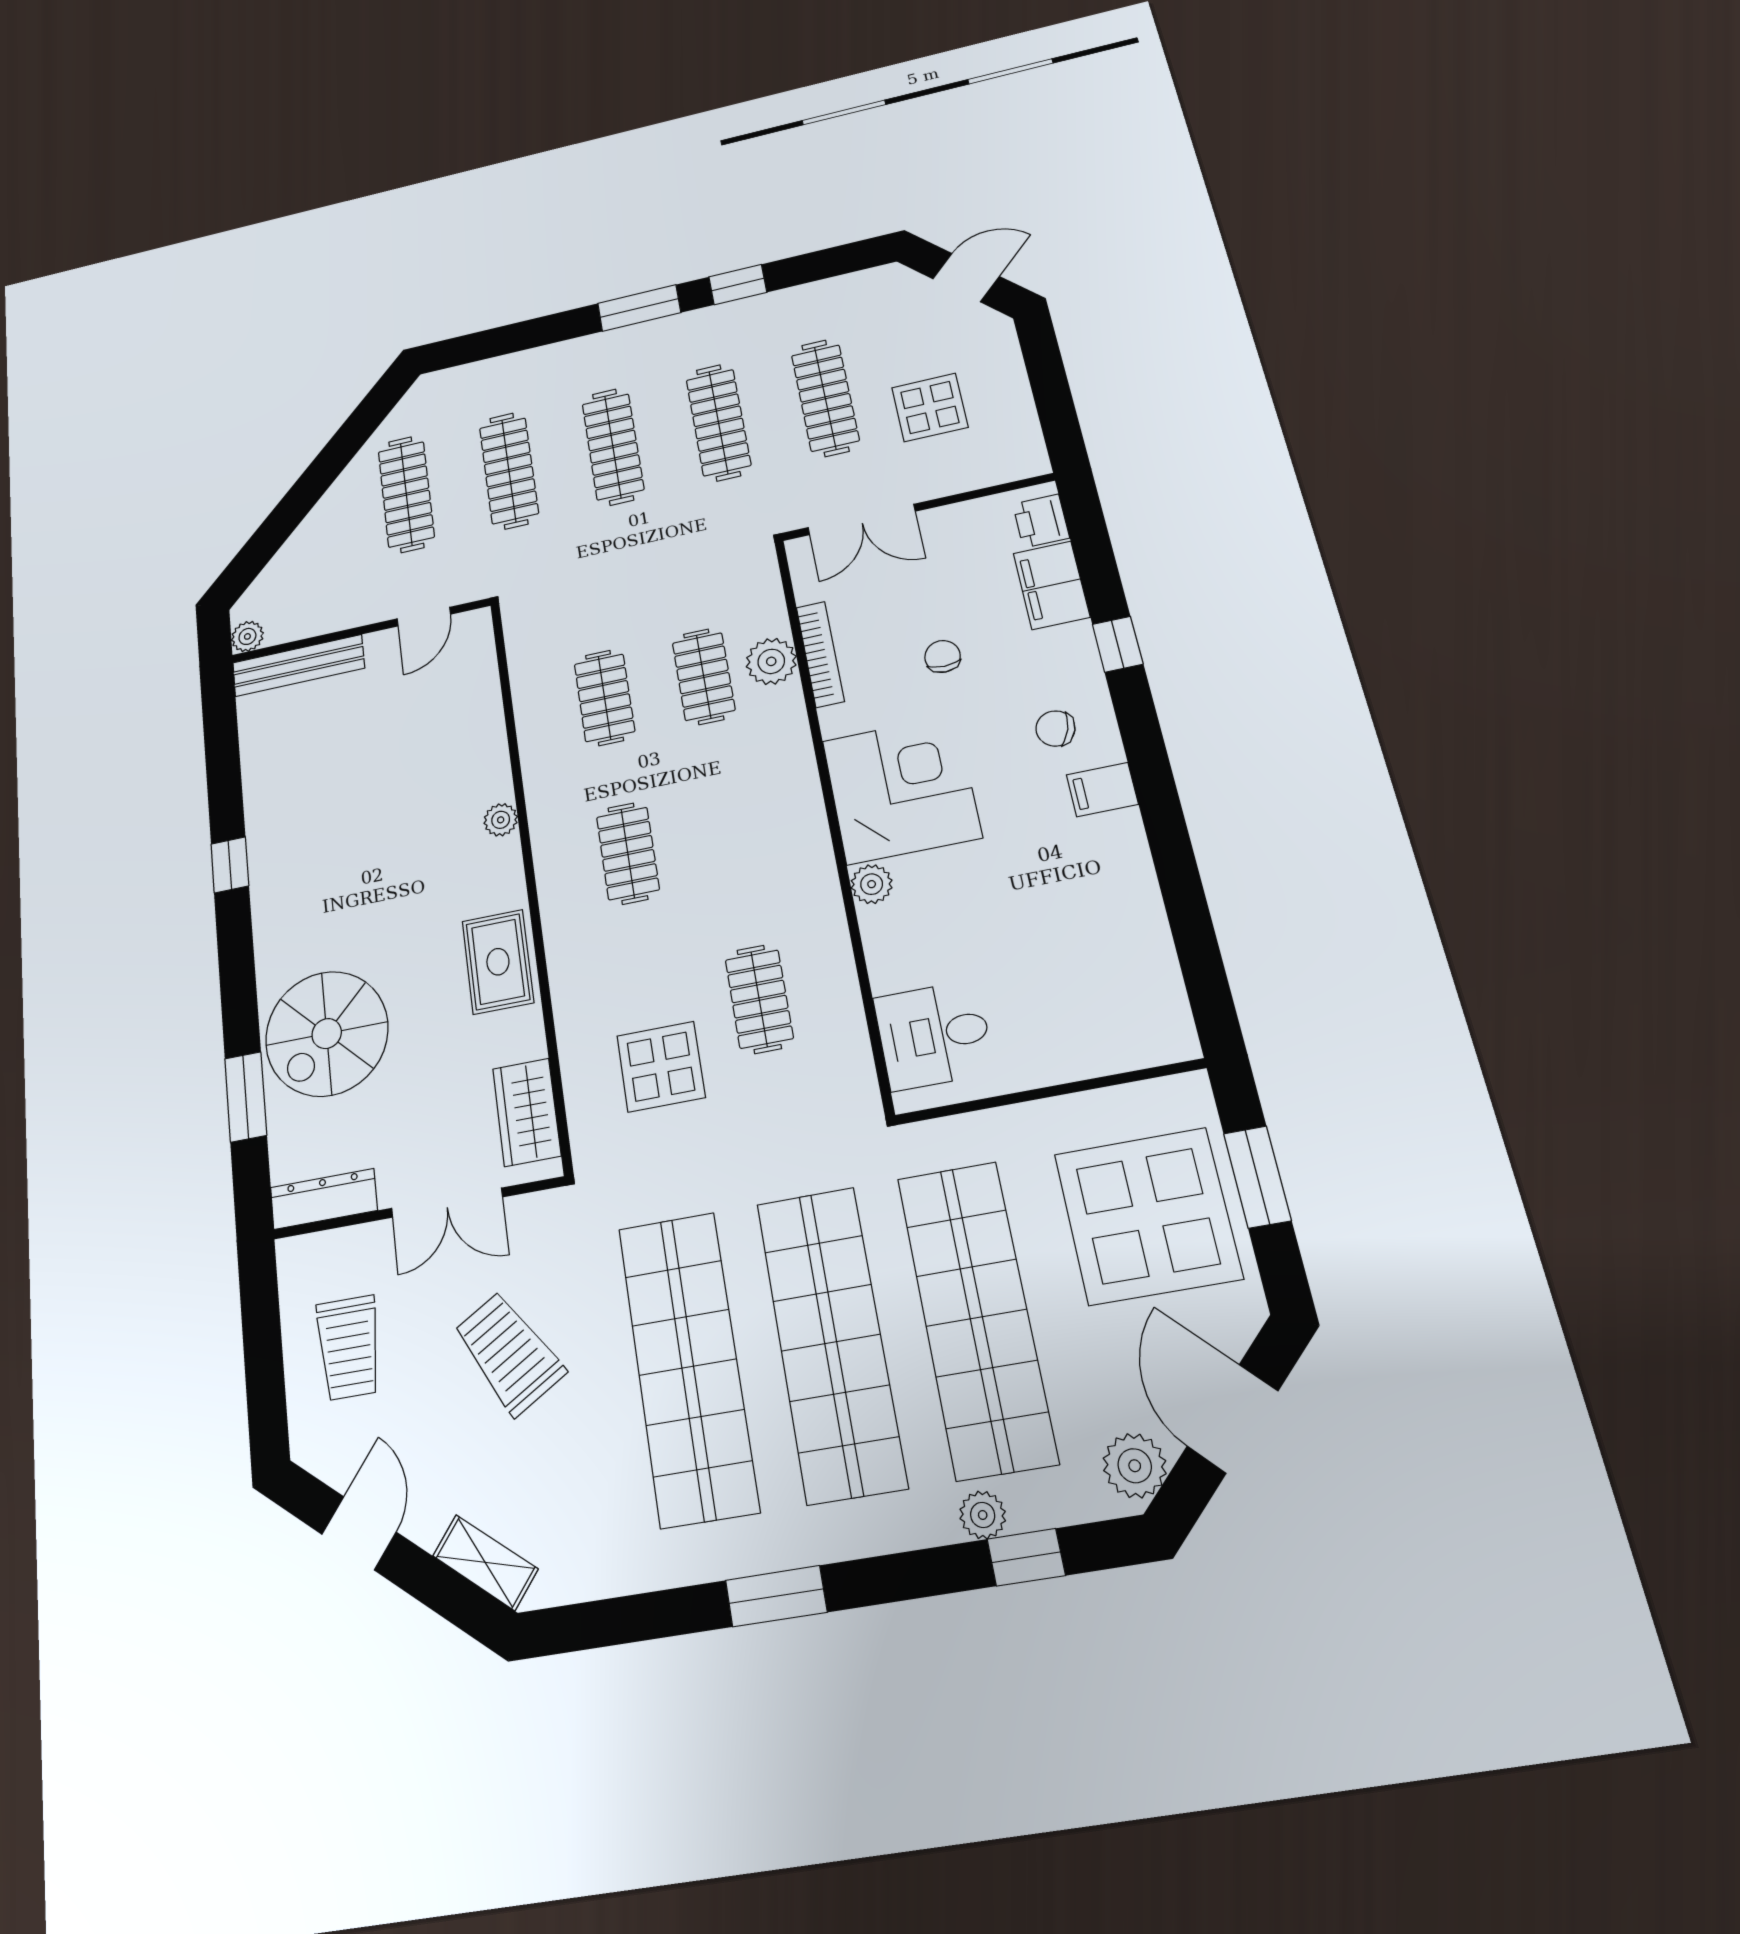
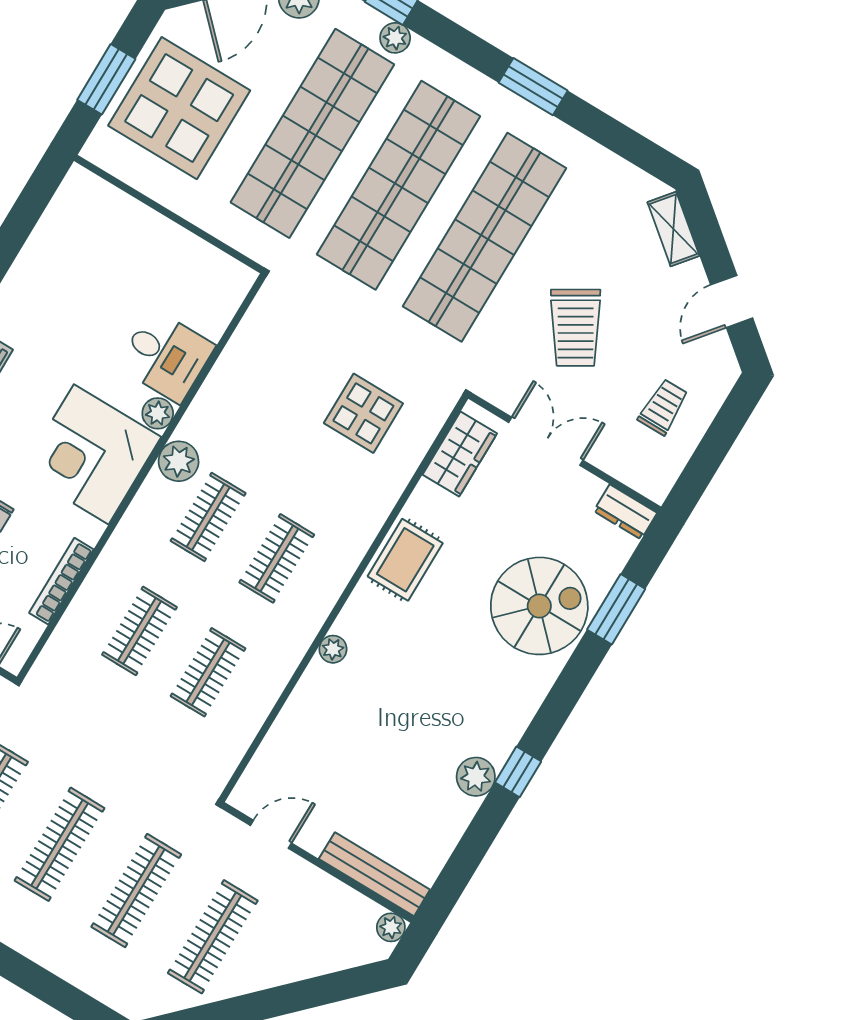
plant: (771, 661) -> (179, 461), moved
plant: (268, 826) -> (476, 777), added
clothes rail: (759, 999) -> (208, 517), moved
desk: (934, 1035) -> (166, 356), moved
dresser: (324, 1199) -> (625, 512), width x0.70
trolley: (349, 1348) -> (663, 407), width x0.73, depth x0.72

